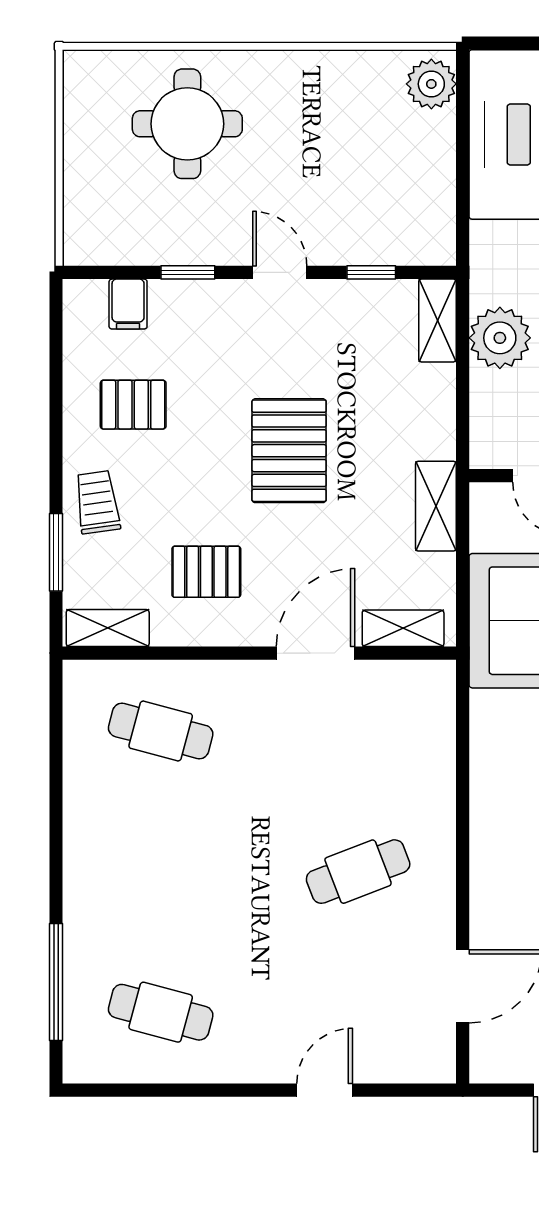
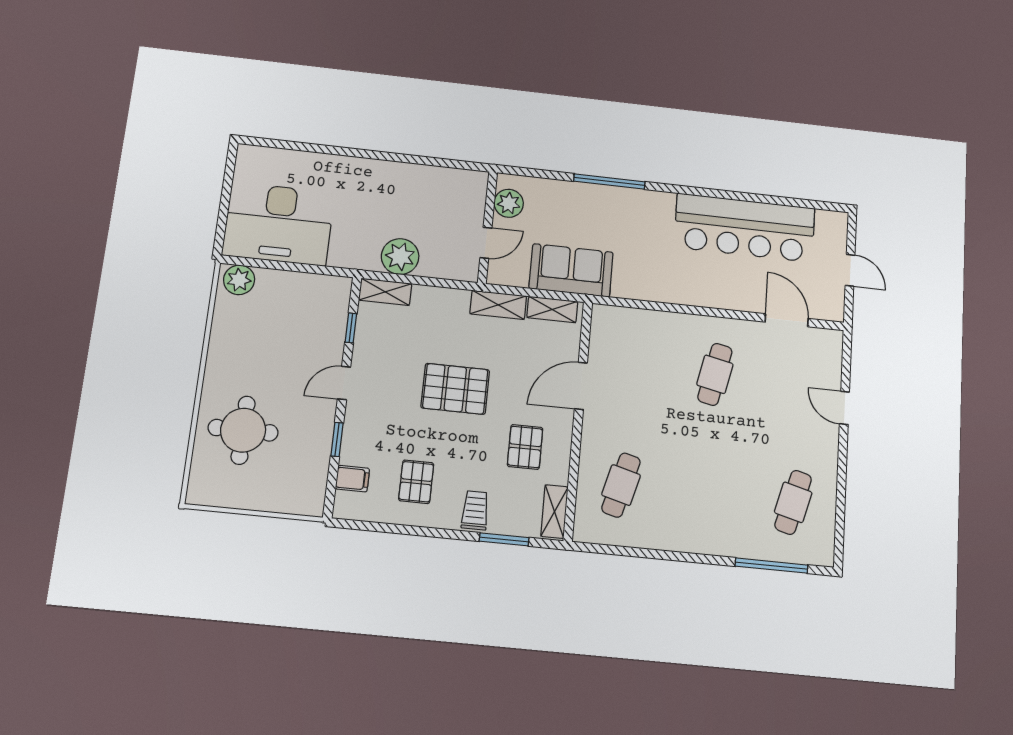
trolley: (97, 502) -> (475, 510), turned 98
shelving: (403, 628) -> (552, 310), moved, turned 90
door: (315, 653) -> (581, 386), hinge flipped
cafe table: (358, 872) -> (715, 374), turned 33

